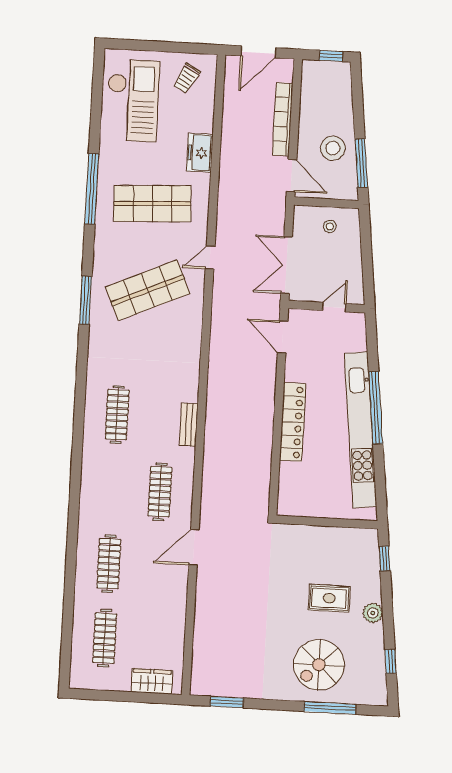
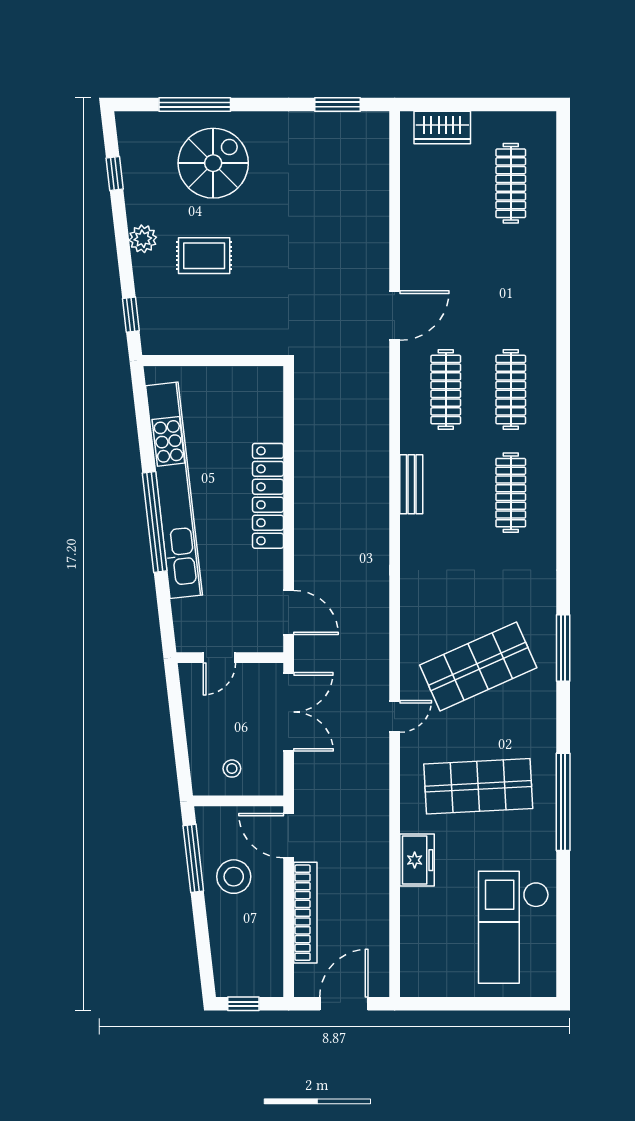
trolley: (187, 78) -> (441, 962), removed
clothes rail: (109, 564) -> (511, 390), moved

